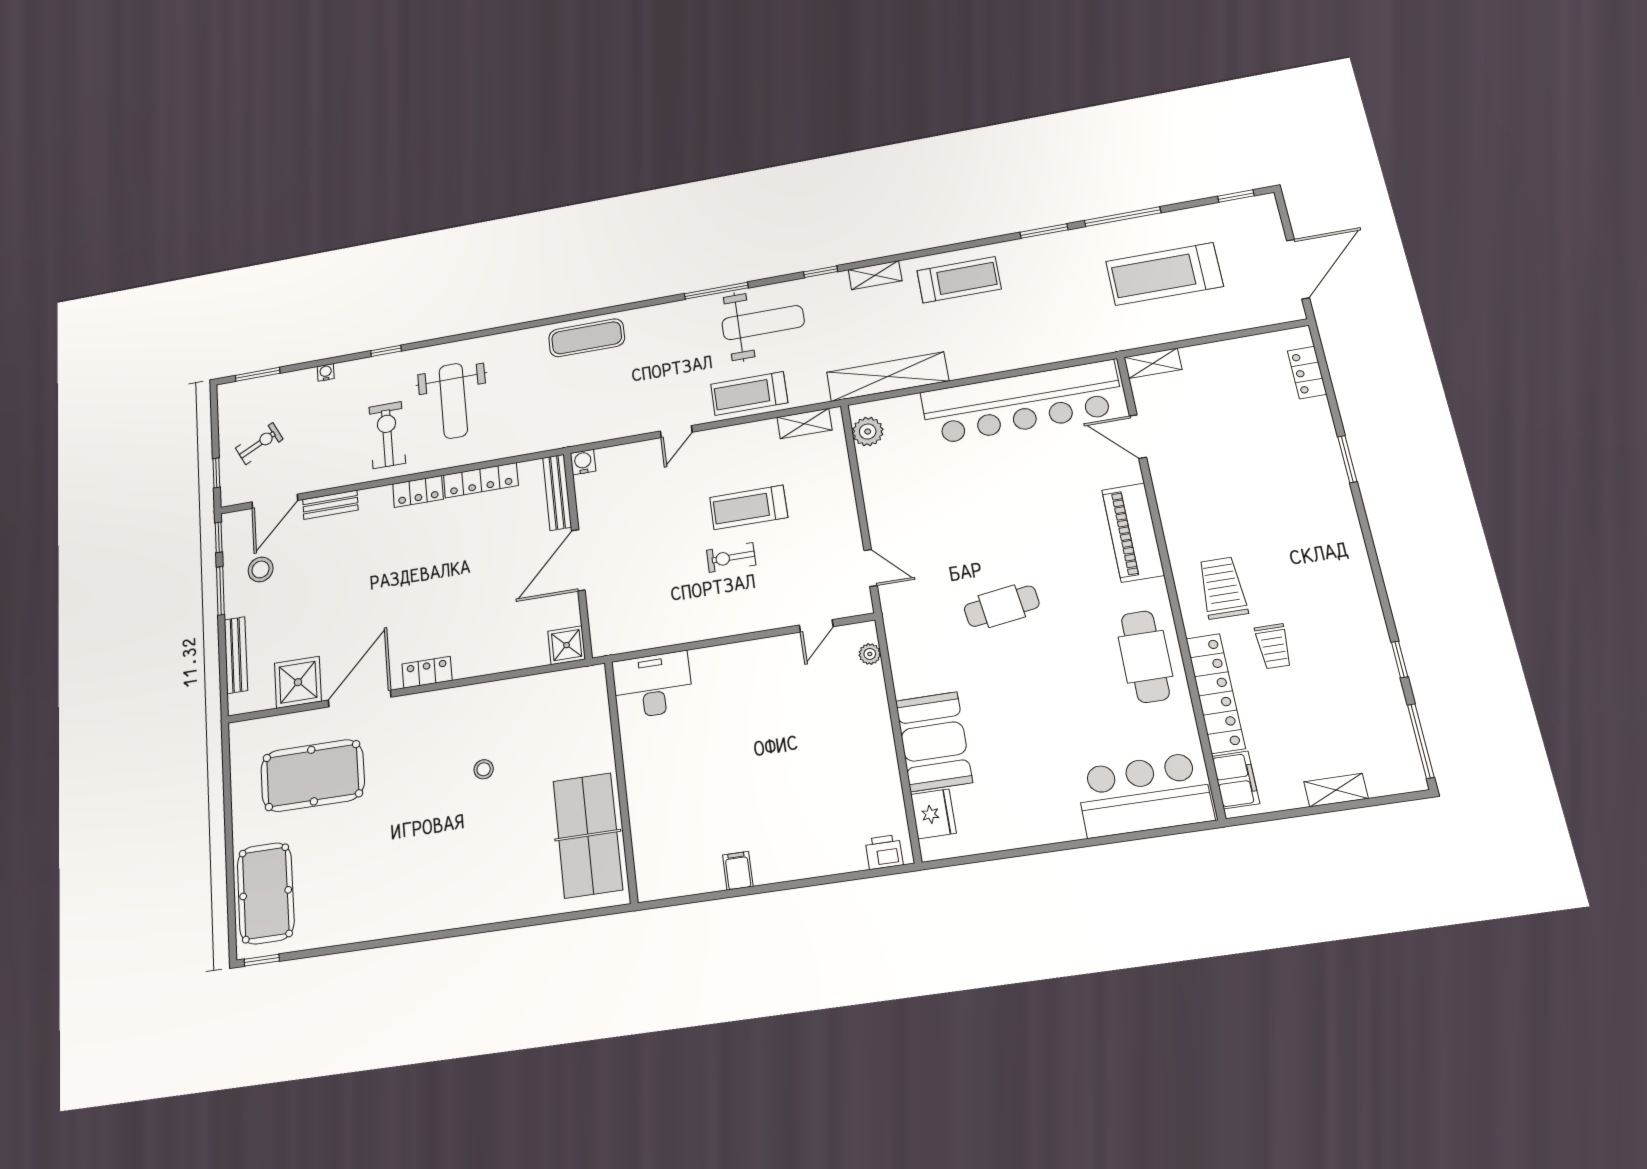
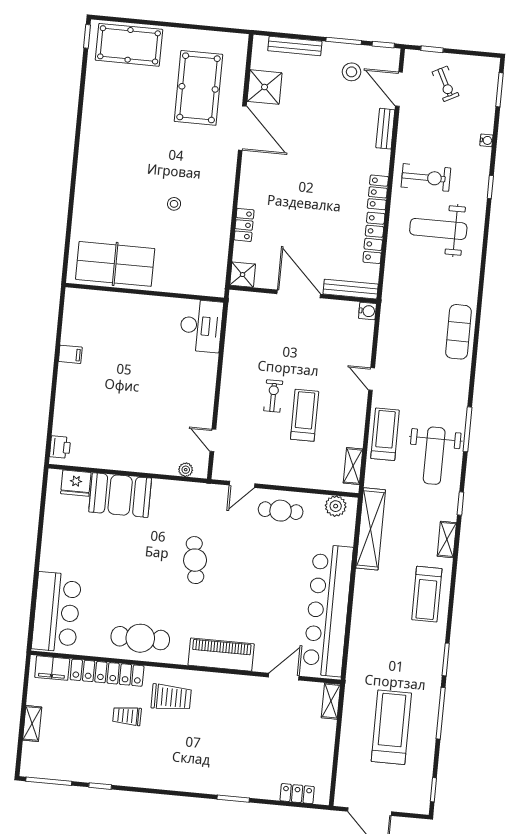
cafe table: (894, 504) -> (281, 511), added
locker: (427, 672) -> (244, 225), moved

